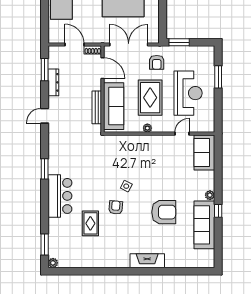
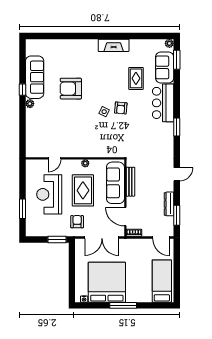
door: (74, 45) -> (161, 238), moved
sofa: (204, 152) -> (165, 67), moved, turned 180
armchair: (116, 207) -> (121, 108), moved
fireplace: (147, 261) -> (114, 45), moved

